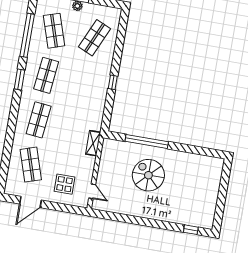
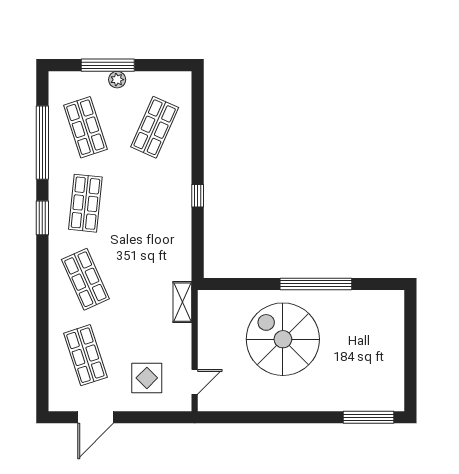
shop shelf: (39, 120) -> (85, 279), turned -30
window: (147, 141) -> (316, 284), moved
spiral stairs: (148, 175) -> (283, 339), width x1.37, depth x1.37
door: (92, 191) -> (195, 382), hinge flipped
window: (191, 230) -> (369, 417), width x2.17

